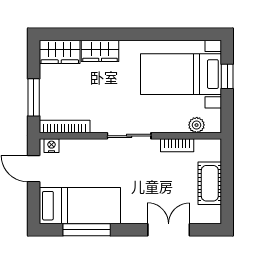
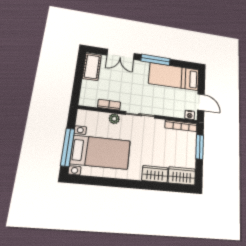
window: (227, 76) -> (68, 147), width x2.17
plant: (197, 125) -> (114, 119), moved
cot: (210, 183) -> (92, 67), moved
window: (87, 230) -> (156, 60), moved

